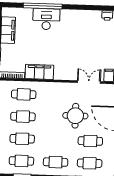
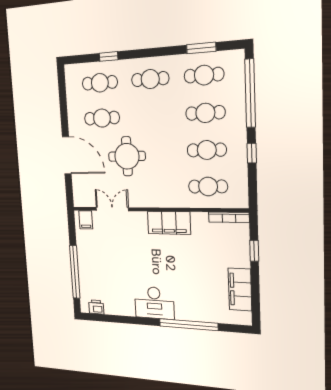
desk: (46, 19) -> (154, 303), moved
filing cabinet: (39, 72) -> (169, 223), moved
double door: (89, 82) -> (112, 209), swing flipped

